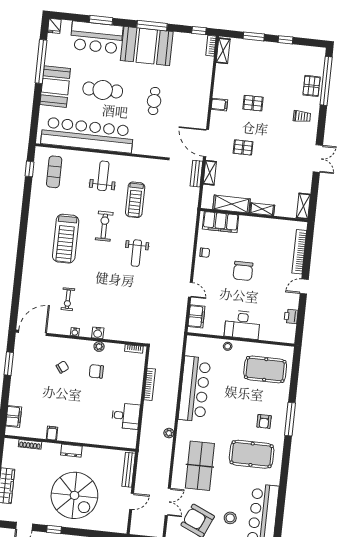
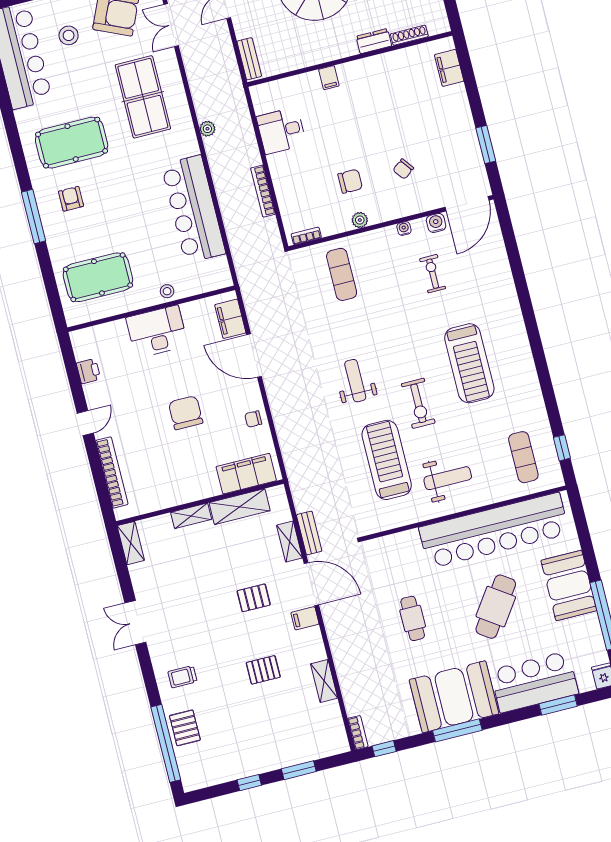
window: (101, 20) -> (558, 705), moved
shelving: (223, 51) -> (324, 681), moved
cafe table: (103, 90) -> (496, 607), turned -55
filing cabinet: (219, 105) -> (305, 618), moved
weight bench: (103, 176) -> (448, 478), turned -90
treadmill: (135, 200) -> (387, 460), width x1.37, depth x1.38
treadmill: (66, 239) -> (469, 363), turned 180
door: (190, 290) -> (254, 356), width x1.88
exercise mat: (121, 318) -> (342, 274), added
water cooler: (98, 333) -> (436, 223), moved
filing cabinet: (52, 433) -> (329, 78), moved
dresser: (71, 451) -> (374, 41), moved
bench: (129, 470) -> (249, 59), width x0.73

